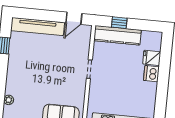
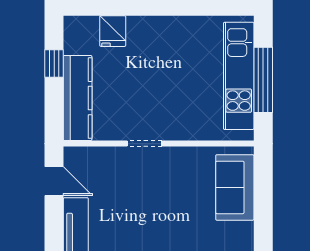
window: (119, 23) -> (54, 64), moved
dishwasher: (151, 74) -> (142, 29), removed

